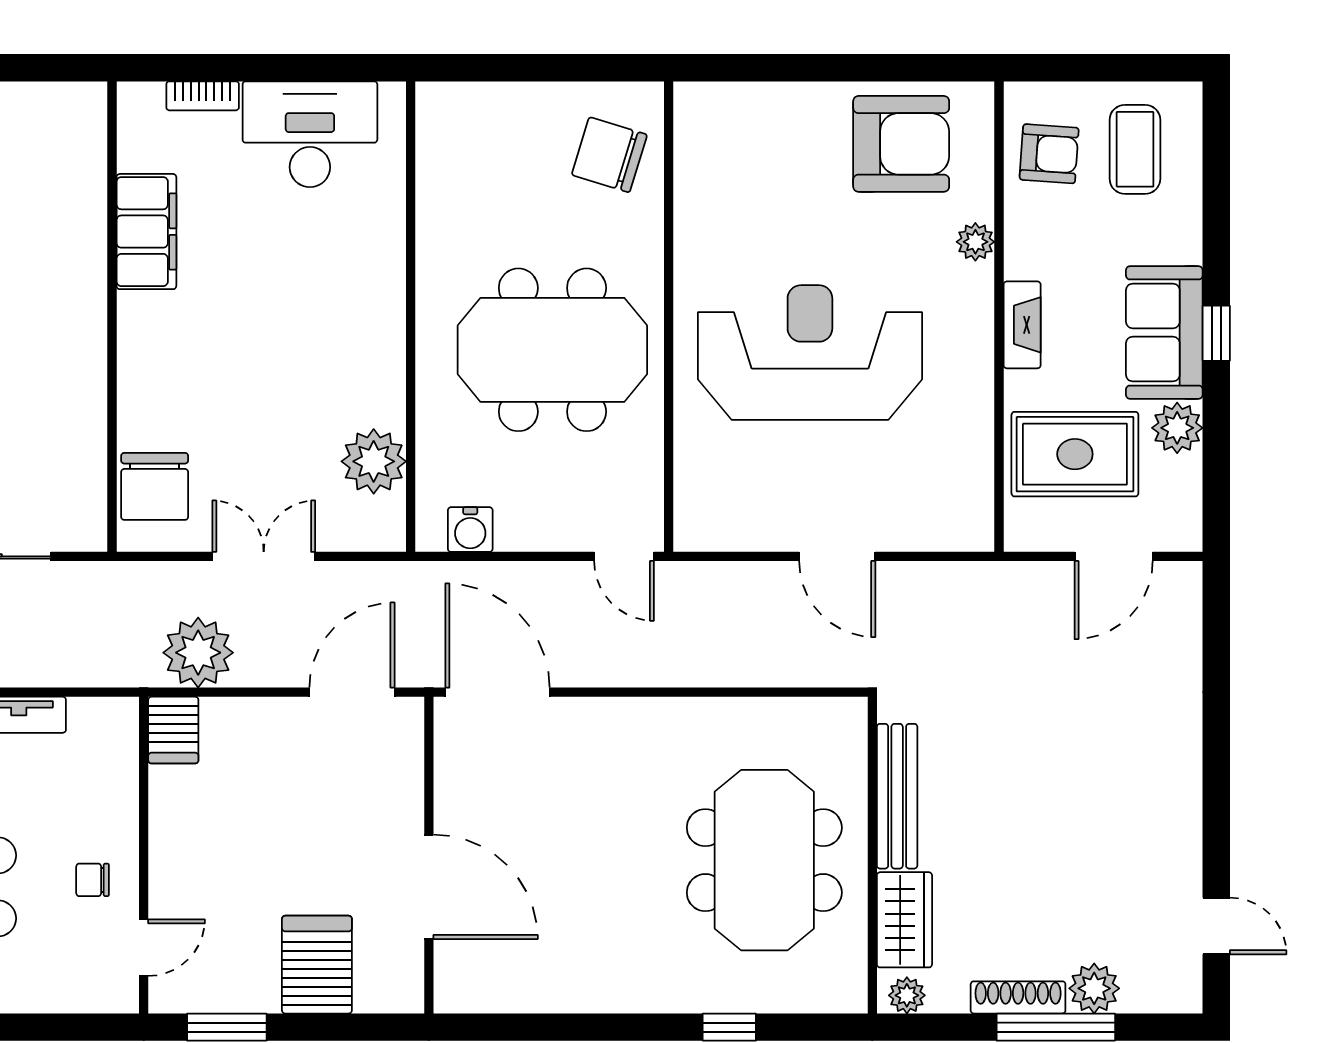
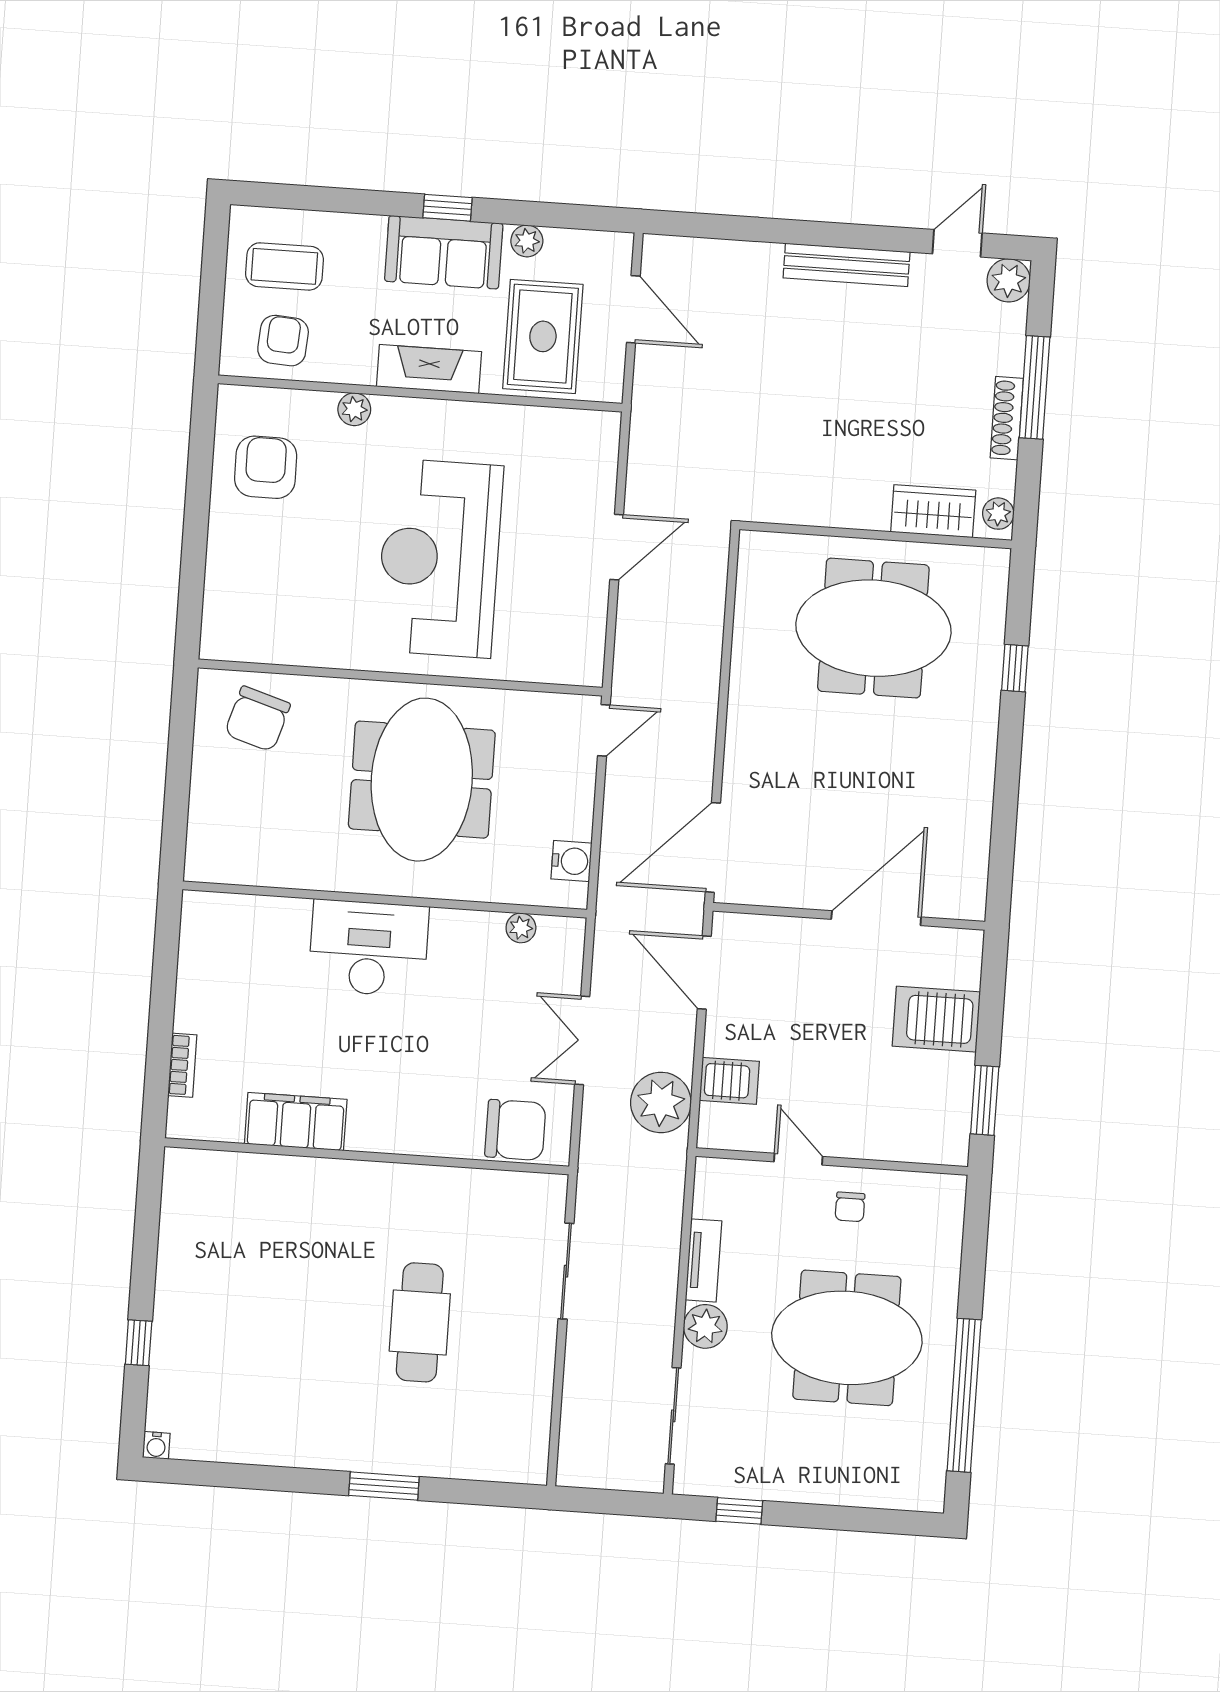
desk: (310, 134) -> (369, 948), moved, turned 90
armchair: (901, 144) -> (266, 467), width x0.73, depth x0.73
fireplace: (1022, 325) -> (429, 369), width x1.37, depth x1.32
plant: (1177, 428) -> (527, 241), width x0.73, depth x0.73
plant: (374, 461) -> (521, 928), width x0.53, depth x0.53
server rack: (173, 730) -> (729, 1081), moved
bench: (897, 796) -> (847, 265), moved
door: (144, 948) -> (798, 1159), moved
plant: (1094, 988) -> (1009, 280), moved

